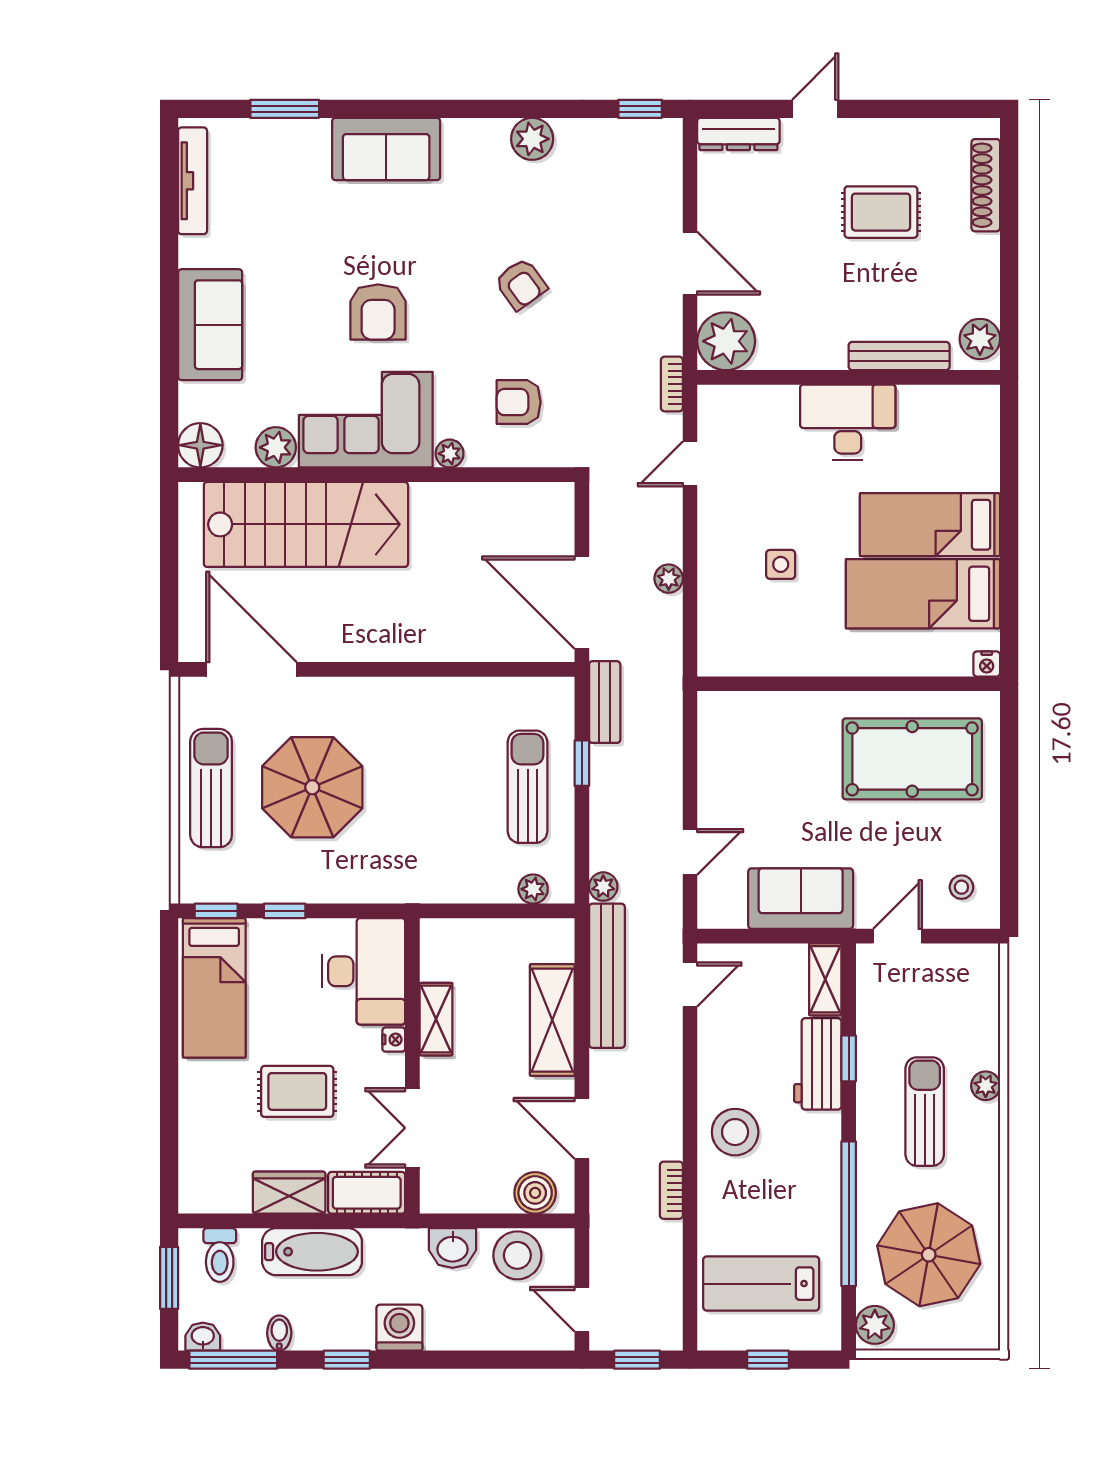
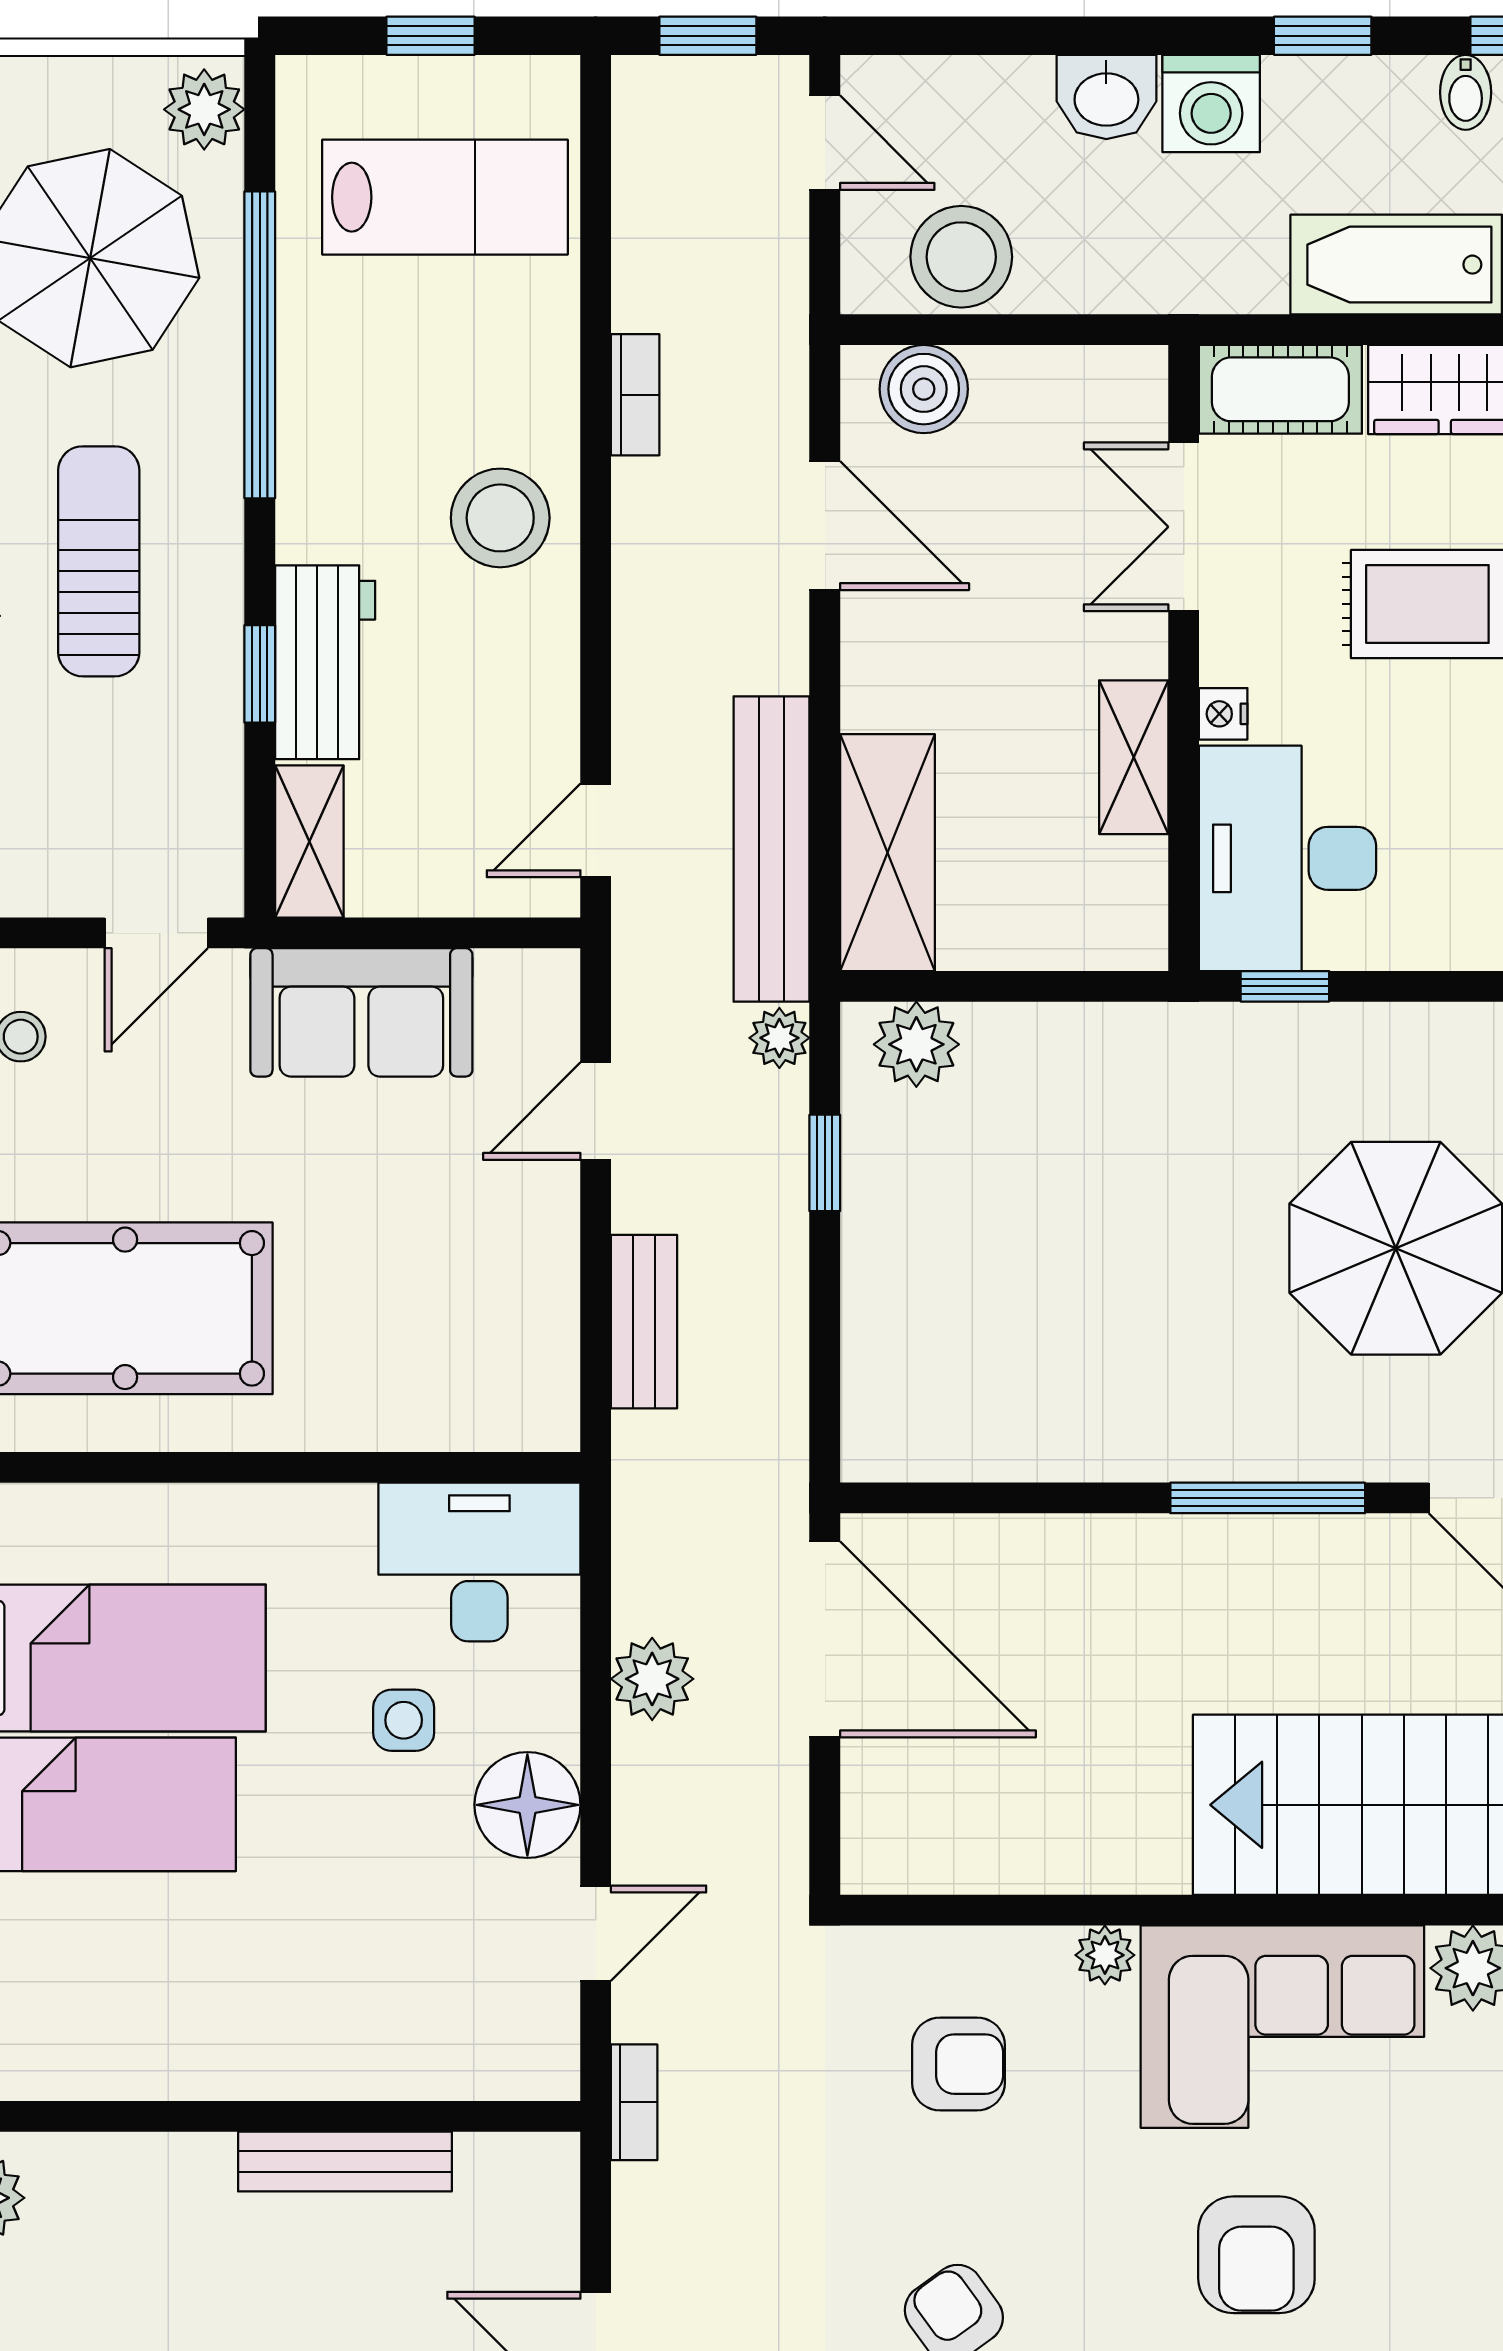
armchair: (378, 312) -> (1256, 2255), turned 180
plant: (726, 341) -> (519, 2193), removed
bench: (899, 356) -> (345, 2162), moved
desk: (848, 422) -> (479, 1562), moved, turned 180
floor lamp: (722, 524) -> (527, 1805), added
plant: (669, 579) -> (652, 1679), width x1.38, depth x1.38
window: (373, 669) -> (1268, 1498), added
bench: (605, 702) -> (644, 1322), moved
window: (582, 763) -> (825, 1163), moved
sun lounger: (528, 787) -> (940, 1249), removed
plant: (533, 889) -> (916, 1044), width x1.38, depth x1.38
window: (285, 911) -> (1285, 986), moved
shelving: (552, 1020) -> (887, 853), moved
sun lounger: (925, 1112) -> (99, 561), turned 180
double door: (412, 1128) -> (1184, 527), swing flipped
washbasin: (453, 1248) -> (1106, 97), moved, turned 180

